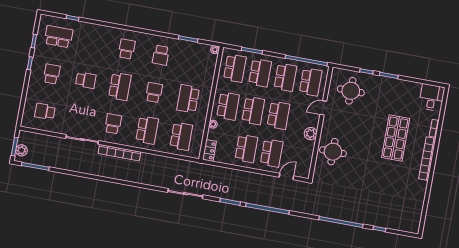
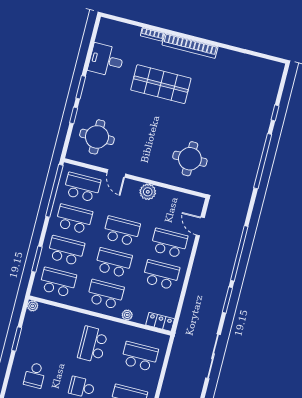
school desk: (161, 55) -> (35, 375), turned 90
desk: (432, 97) -> (106, 60), moved
school desk: (188, 99) -> (93, 344), turned 90
round table: (333, 152) -> (190, 159), moved

